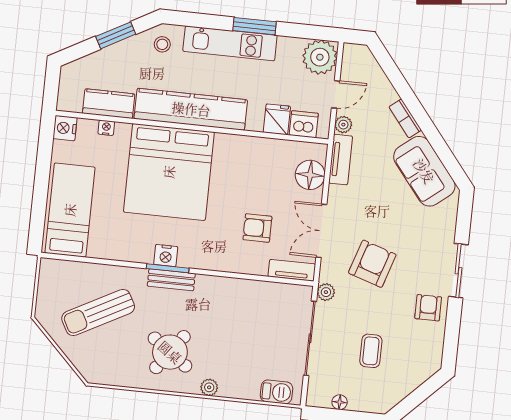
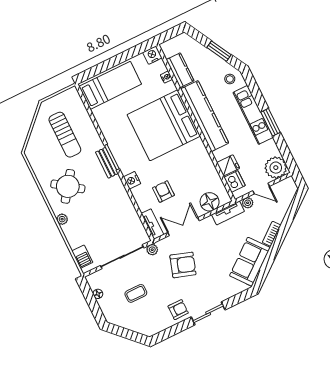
nightstand: (166, 256) -> (132, 180), moved
sun lounger: (98, 312) -> (65, 135), turned -152

